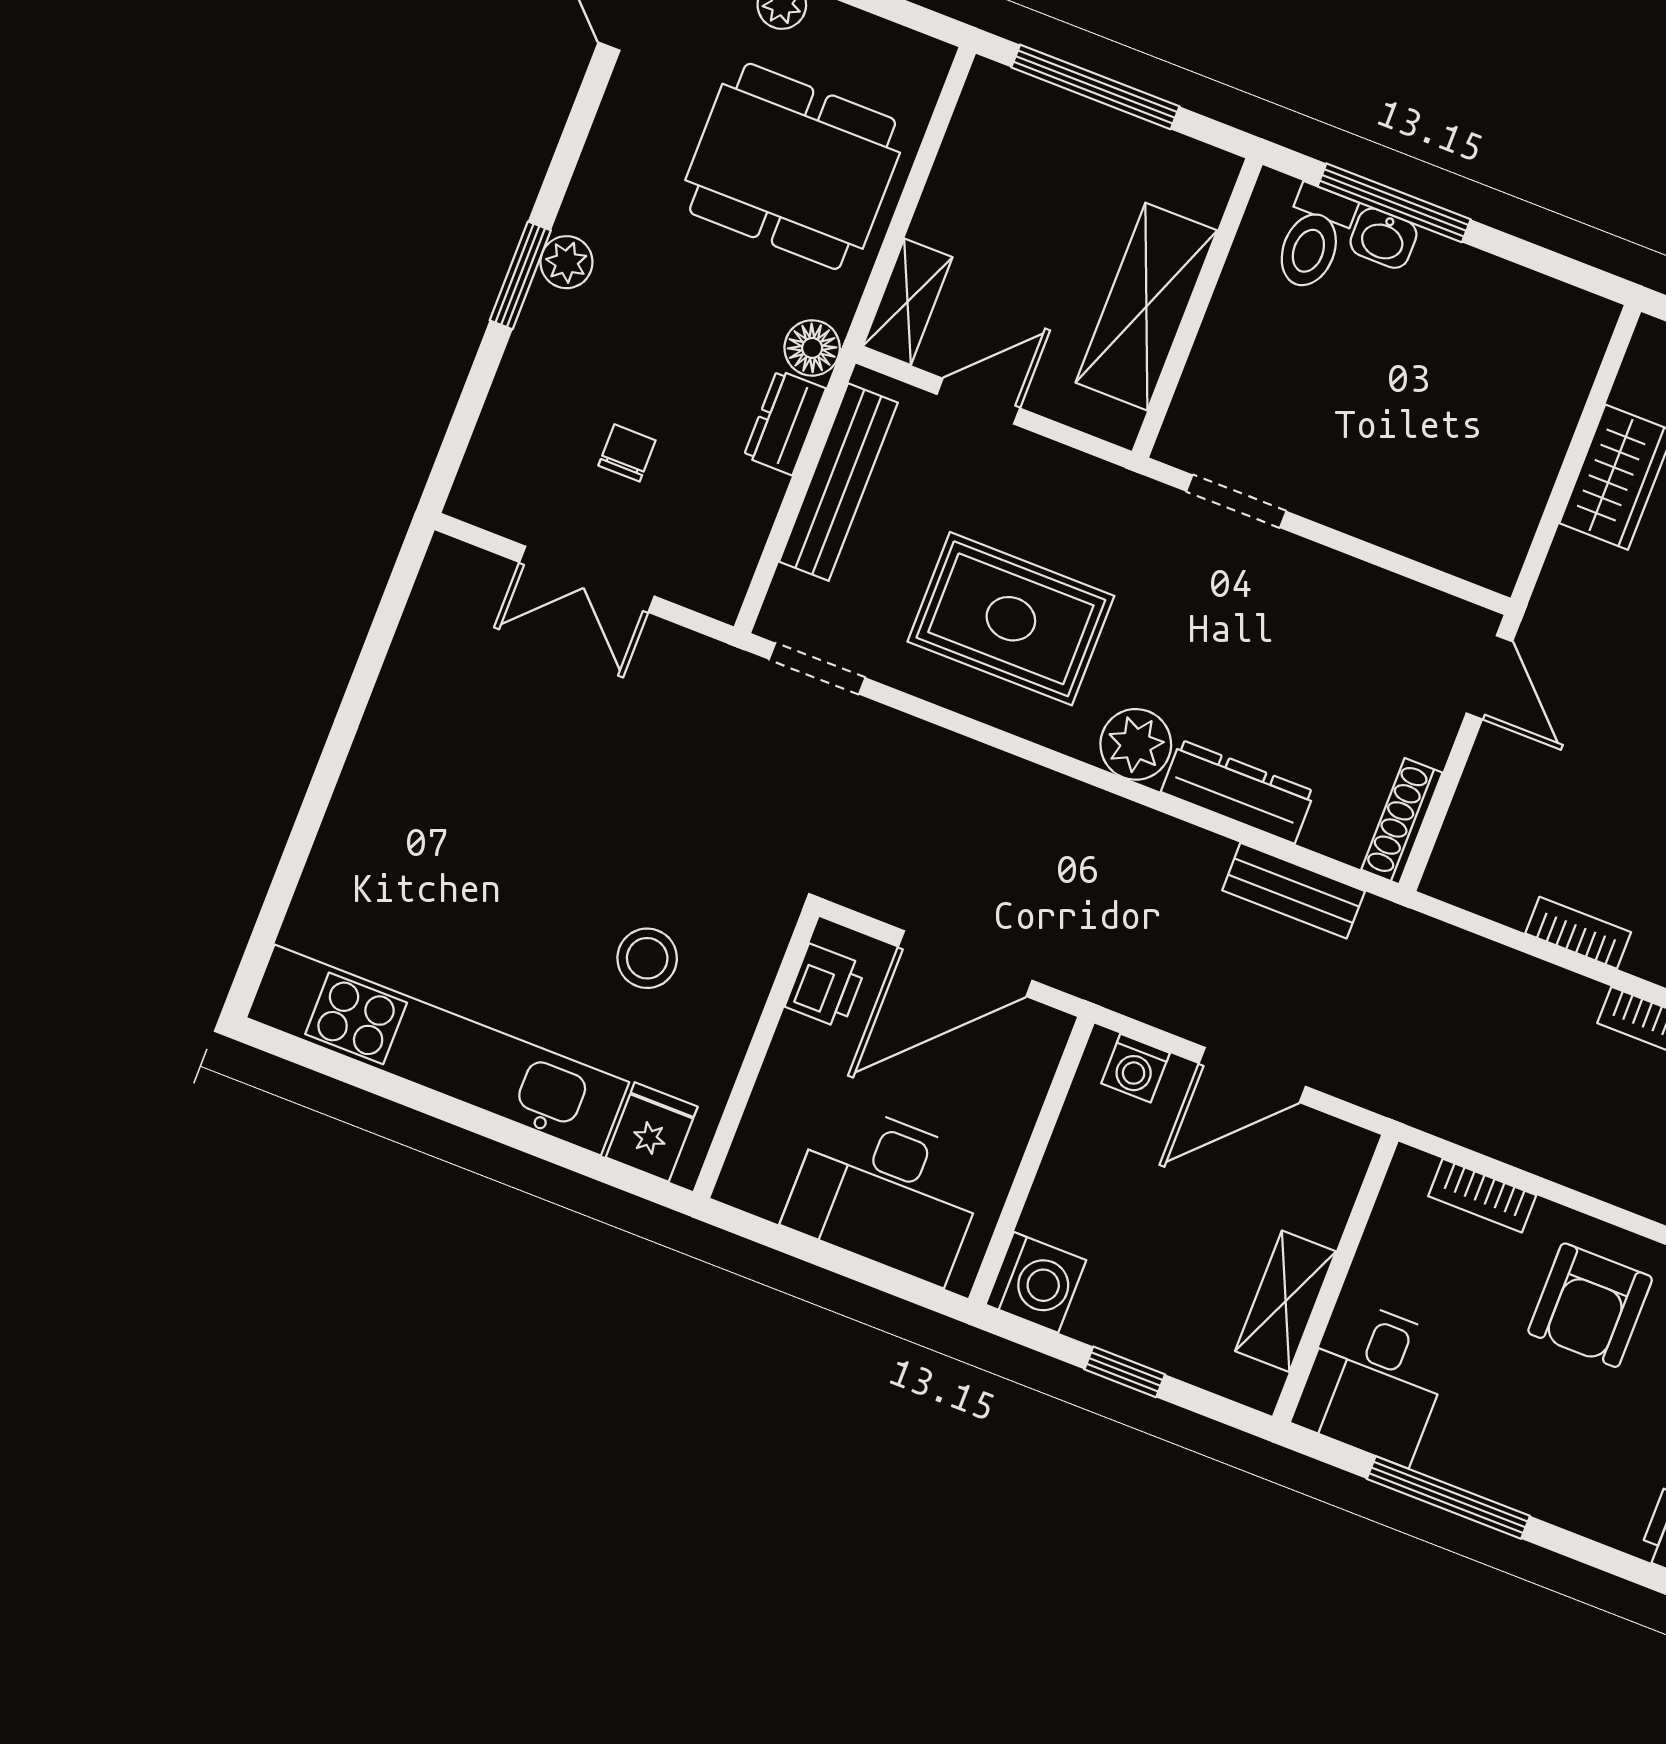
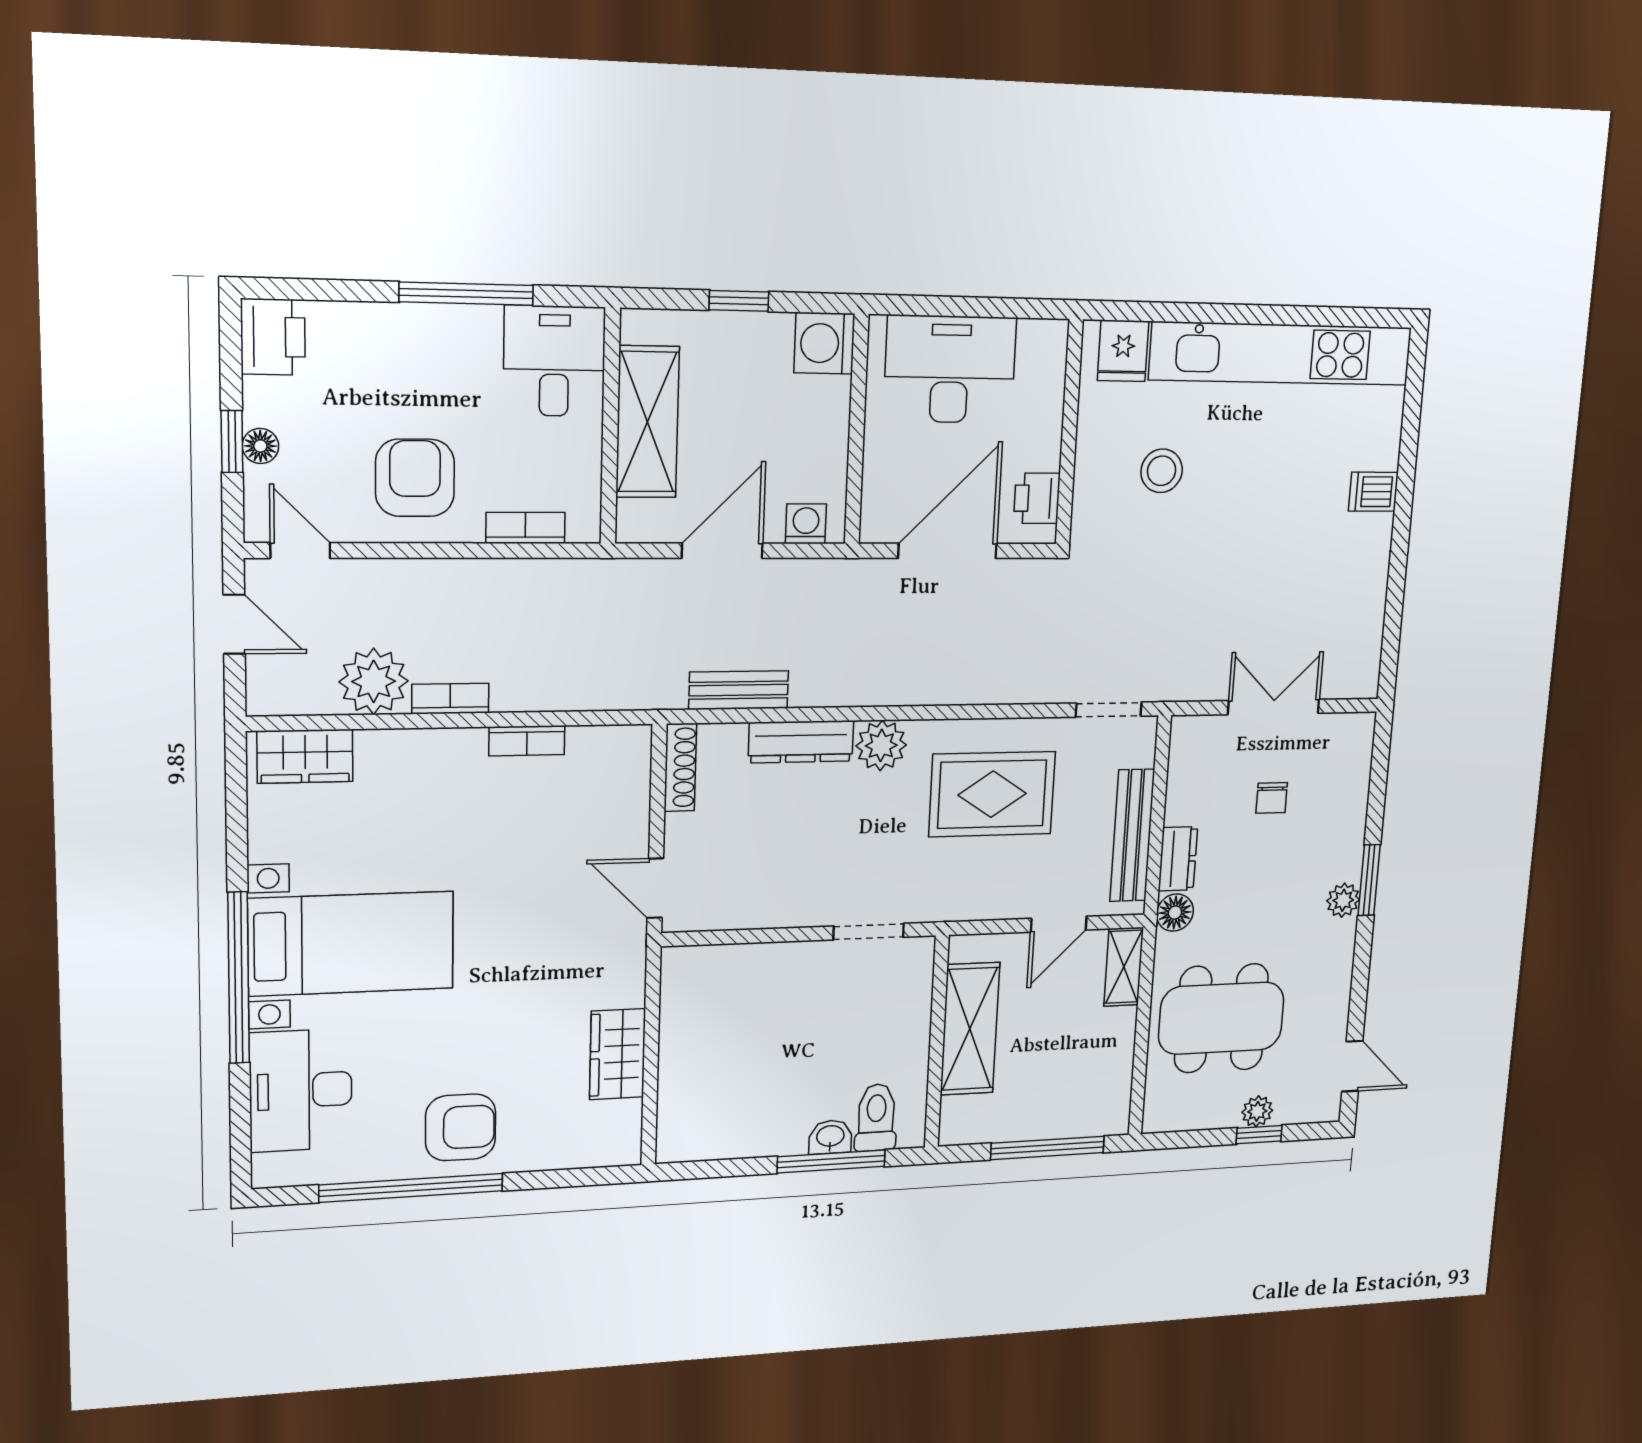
dishwasher: (361, 819) -> (1373, 492), added
shelving: (1286, 1301) -> (648, 422), width x1.50, depth x1.33

